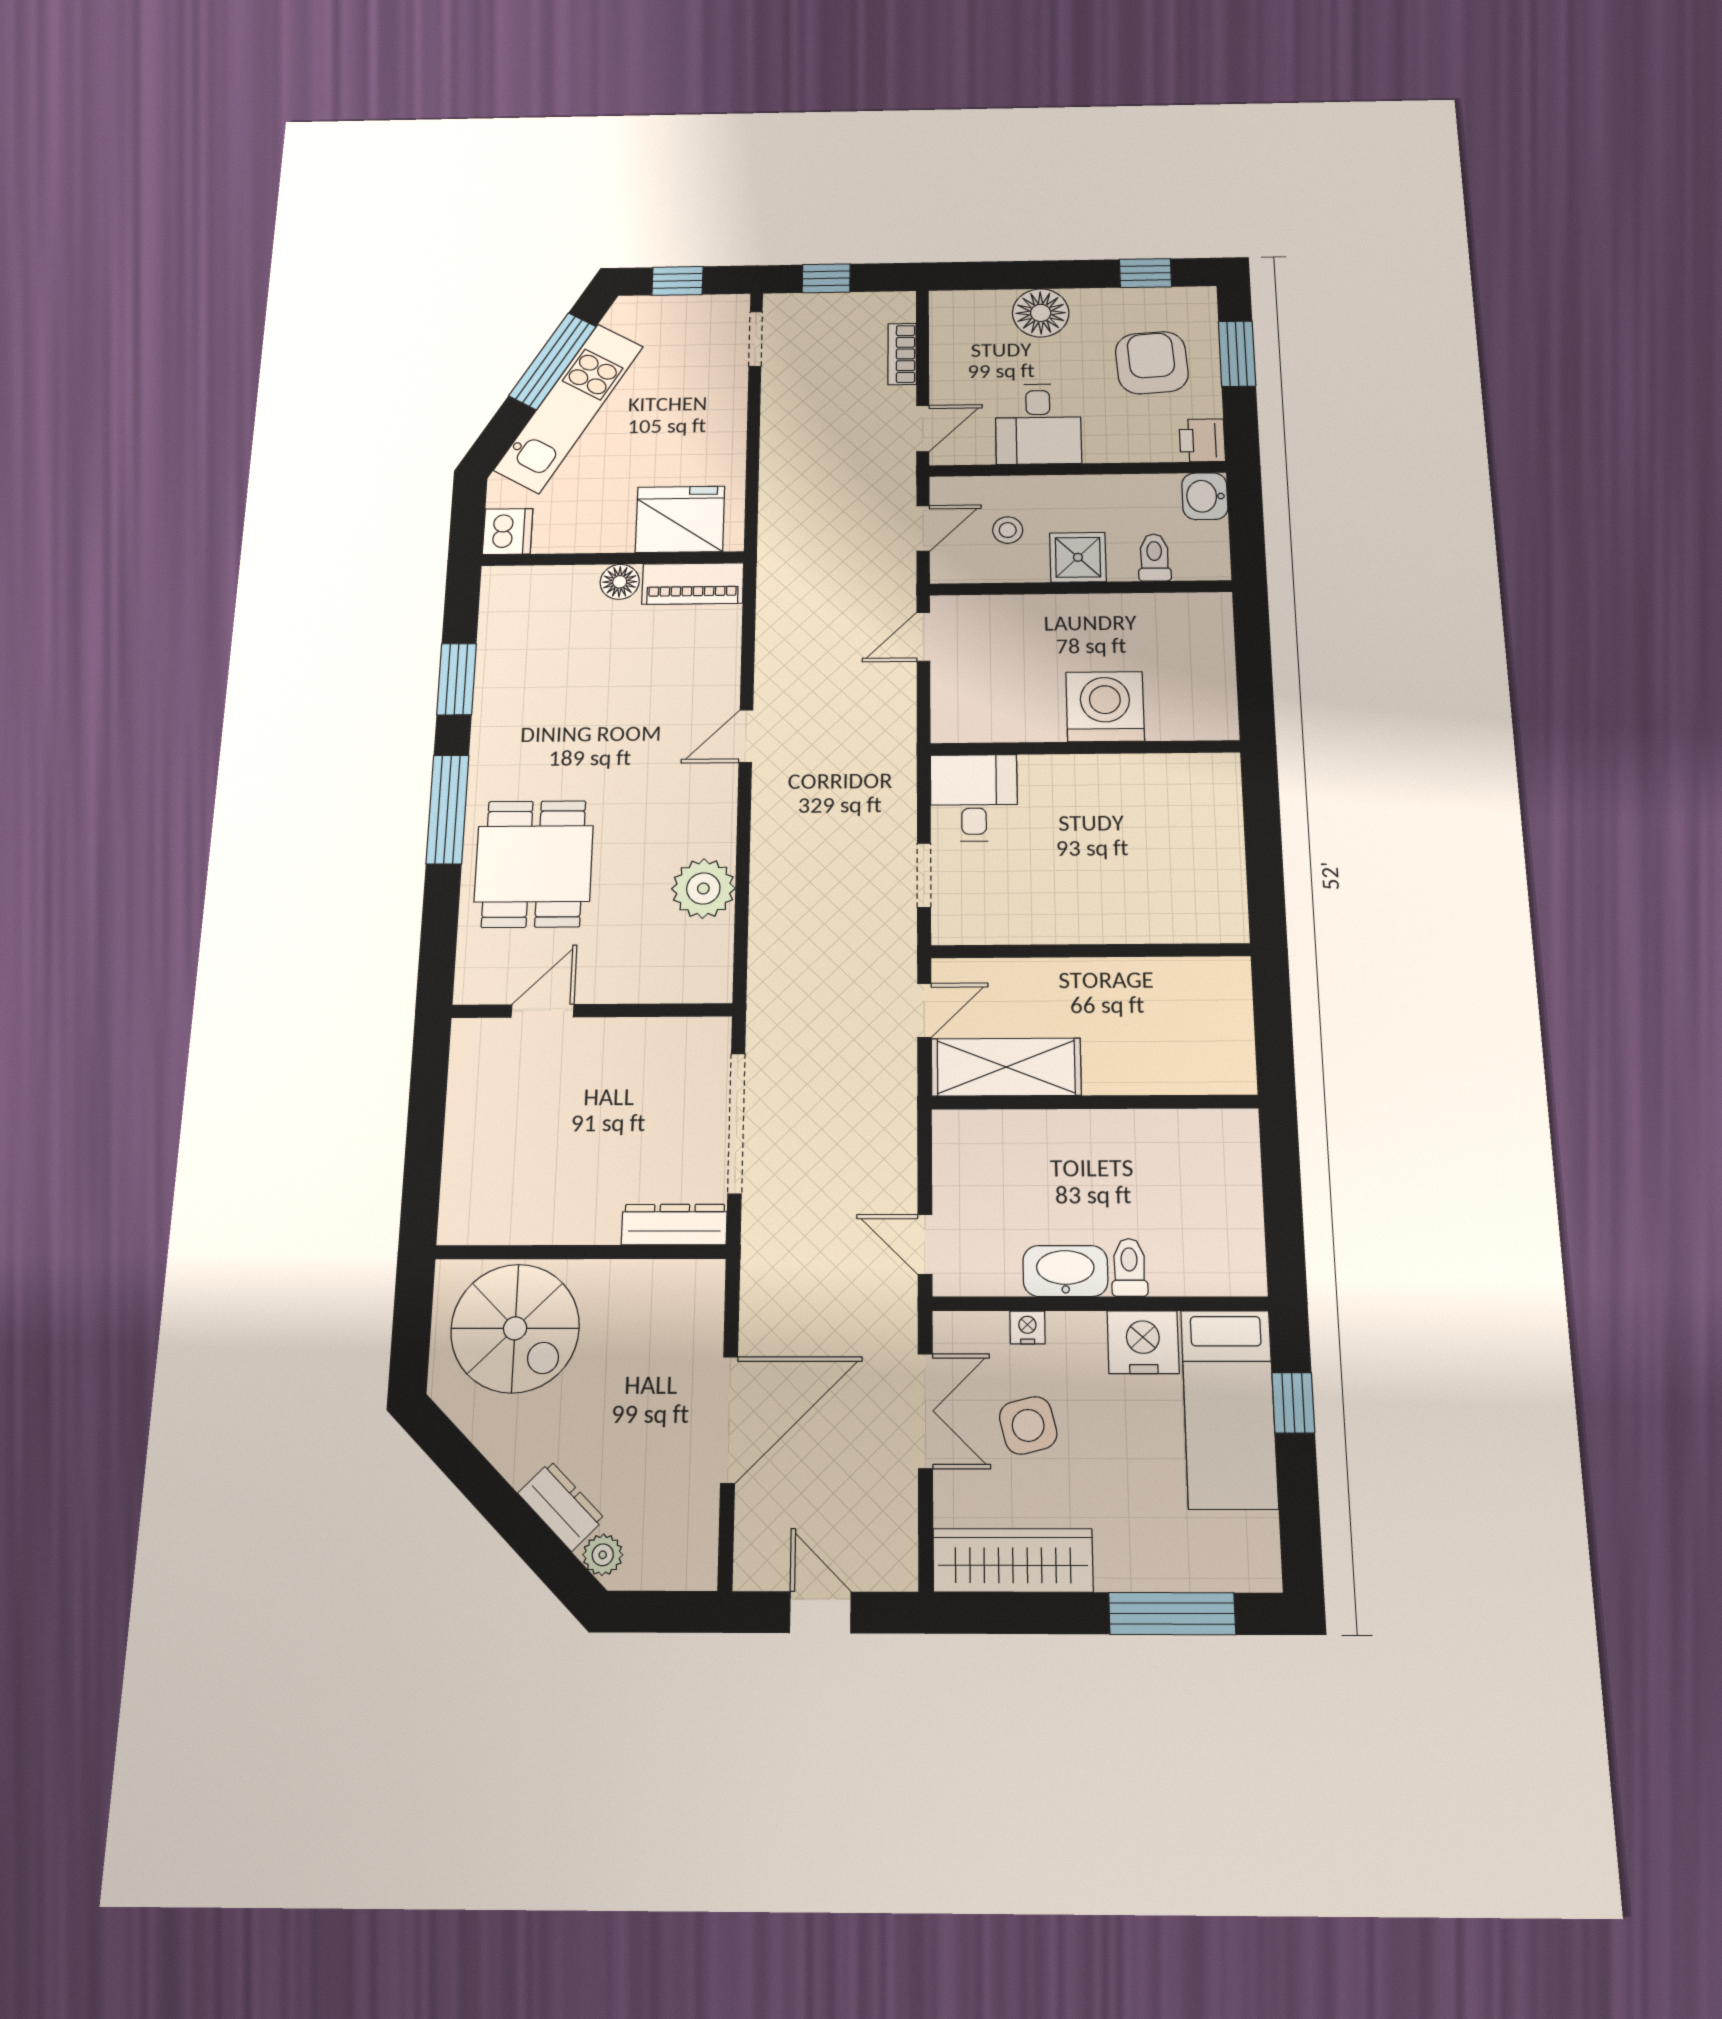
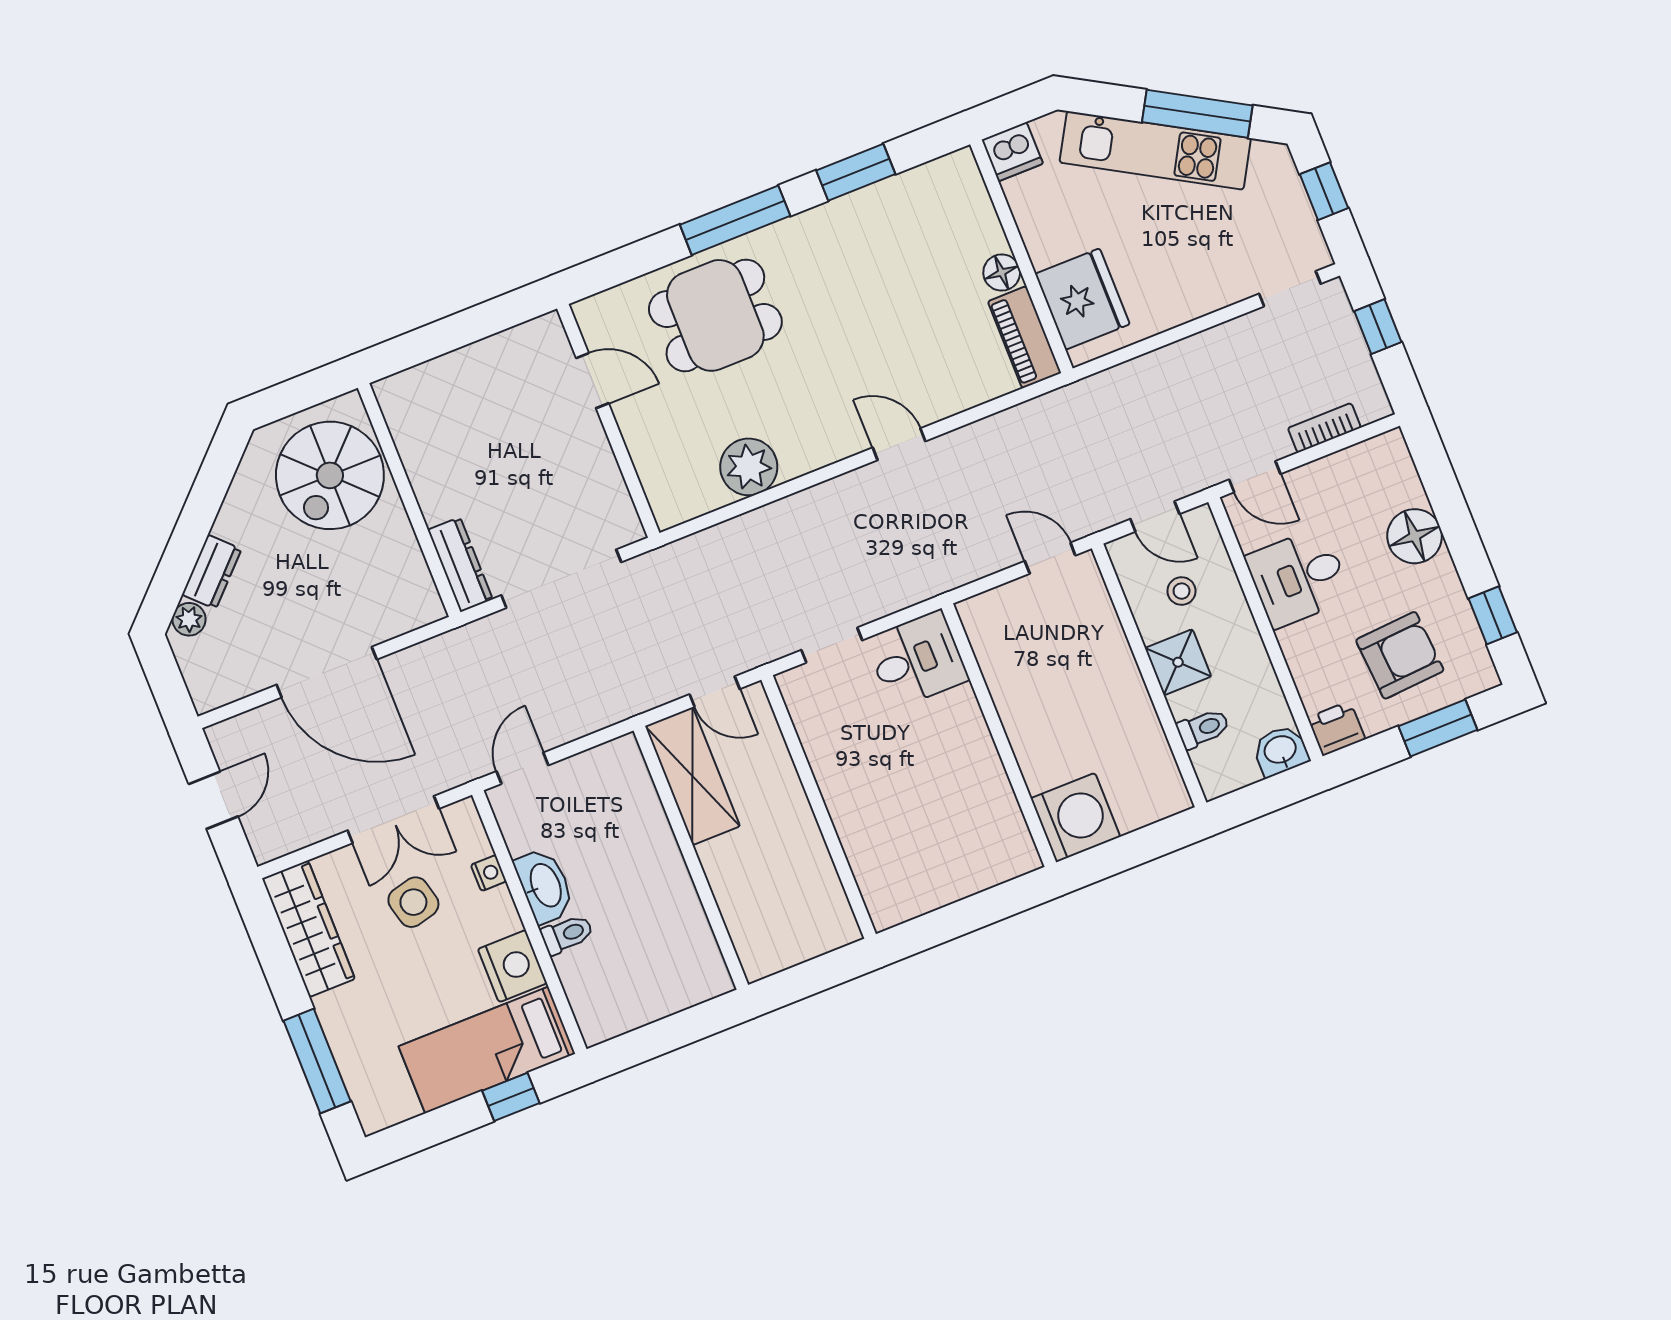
washing machine: (1105, 707) -> (1075, 818), moved

